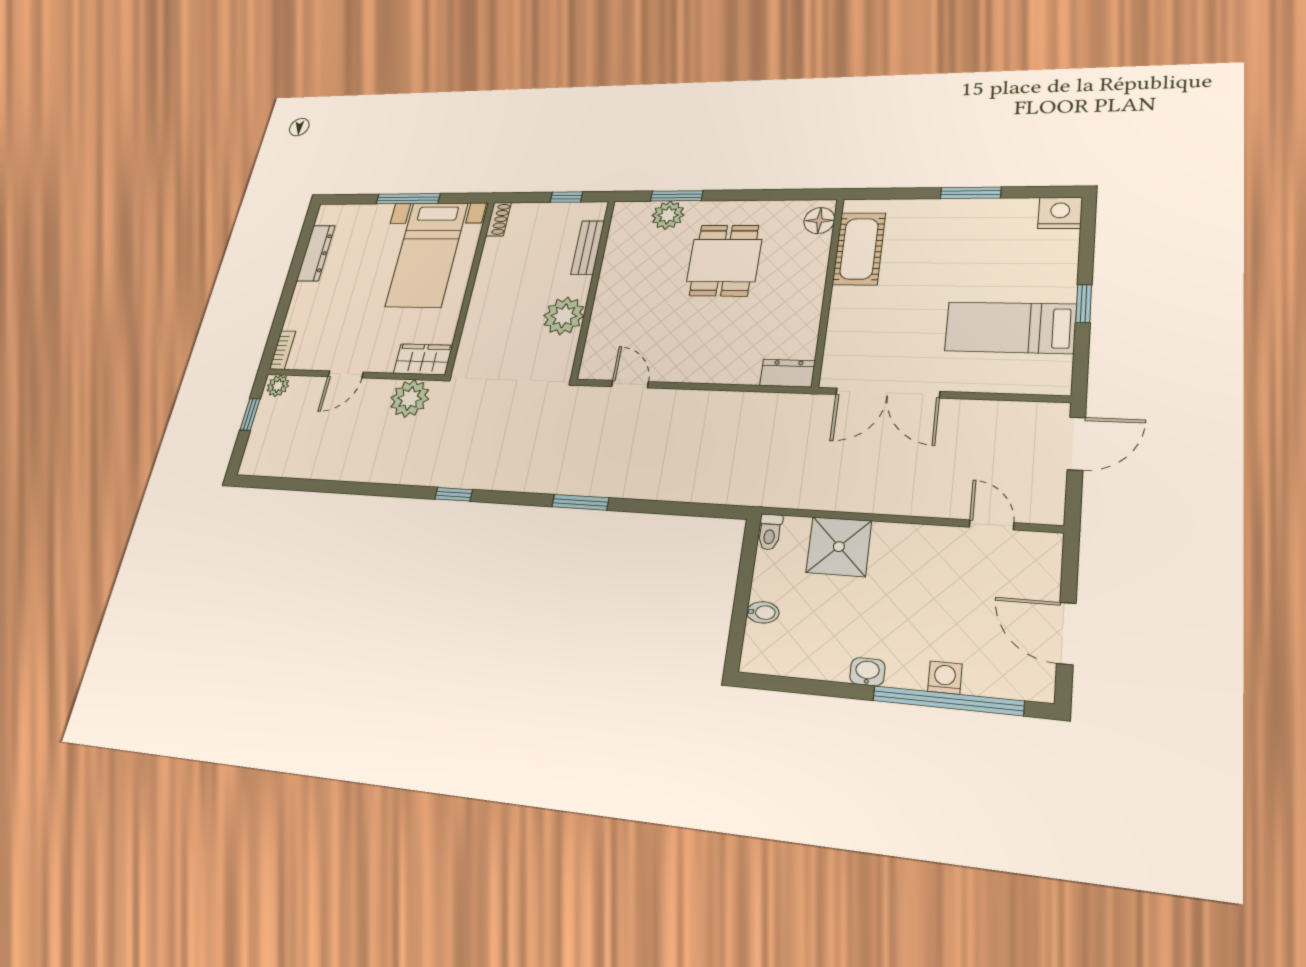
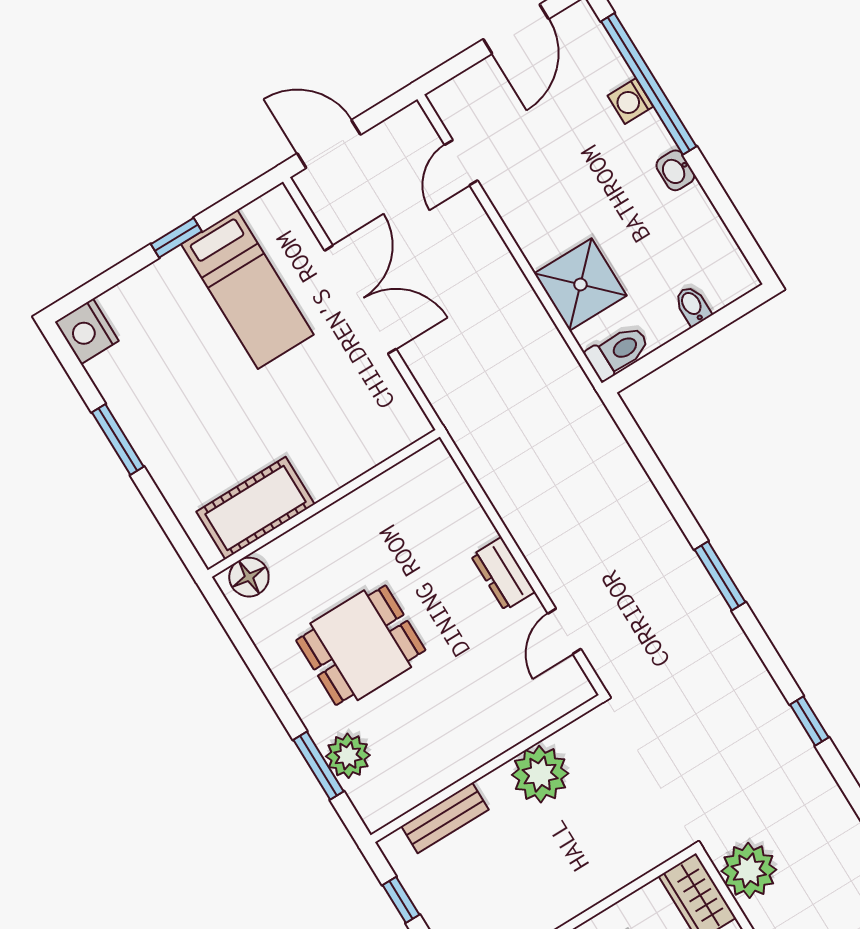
dresser: (787, 373) -> (503, 574), moved
double door: (887, 393) -> (360, 300), moved
toilet: (770, 532) -> (618, 352), width x1.37, depth x1.39

